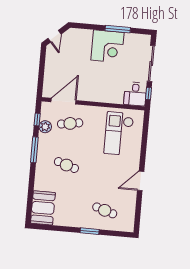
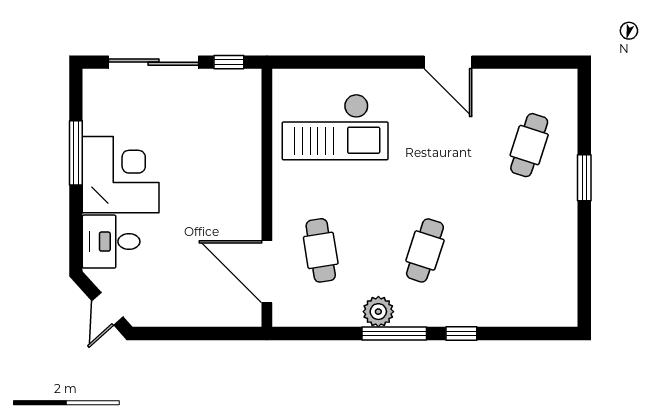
door: (54, 36) -> (107, 309), swing flipped
desk: (135, 94) -> (111, 242), moved, turned 180
window: (37, 120) -> (461, 333), moved
plant: (45, 127) -> (378, 312), moved
booth: (43, 208) -> (537, 299), removed

